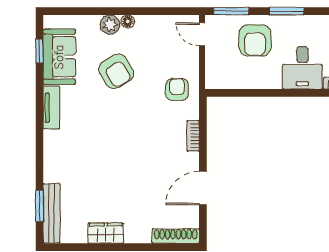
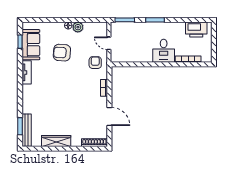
plant: (110, 25) -> (78, 27), moved
door: (202, 34) -> (109, 43), moved
armchair: (255, 40) -> (138, 36), removed
armchair: (116, 71) -> (62, 53), turned 125
door: (203, 188) -> (109, 116), swing flipped
wardrobe: (106, 233) -> (56, 141), width x1.50

